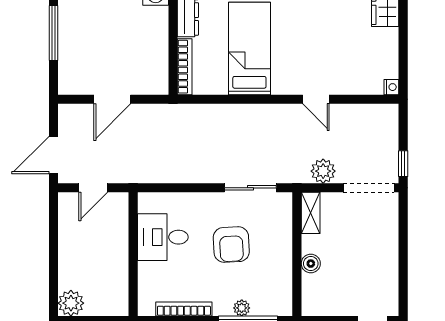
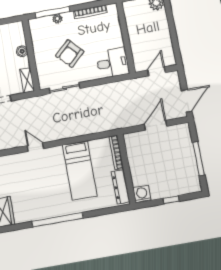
door: (53, 155) -> (187, 101), moved
plant: (323, 171) -> (24, 106), removed
desk: (163, 237) -> (113, 63), moved
armchair: (231, 245) -> (70, 54), turned -130

